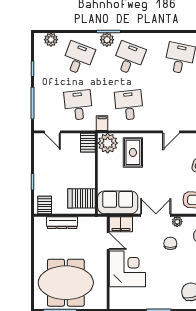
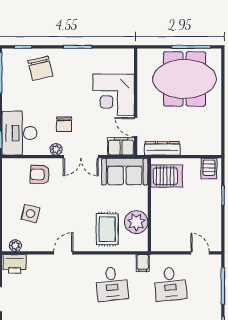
server rack: (88, 143) -> (159, 240), removed
plant: (108, 143) -> (136, 222), moved
dresser: (62, 223) -> (162, 148), moved

